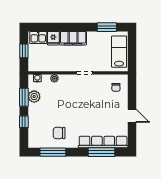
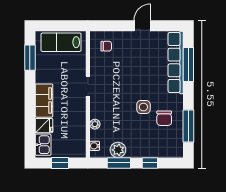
side table: (68, 117) -> (143, 107), added

